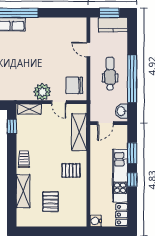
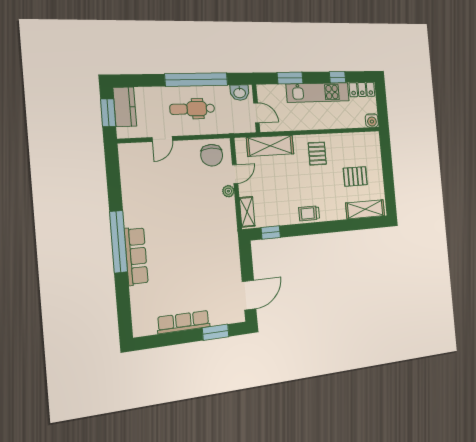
plant: (42, 92) -> (228, 191), width x0.53, depth x0.53
window: (132, 180) -> (337, 77), moved
shelving: (23, 191) -> (365, 209), moved

